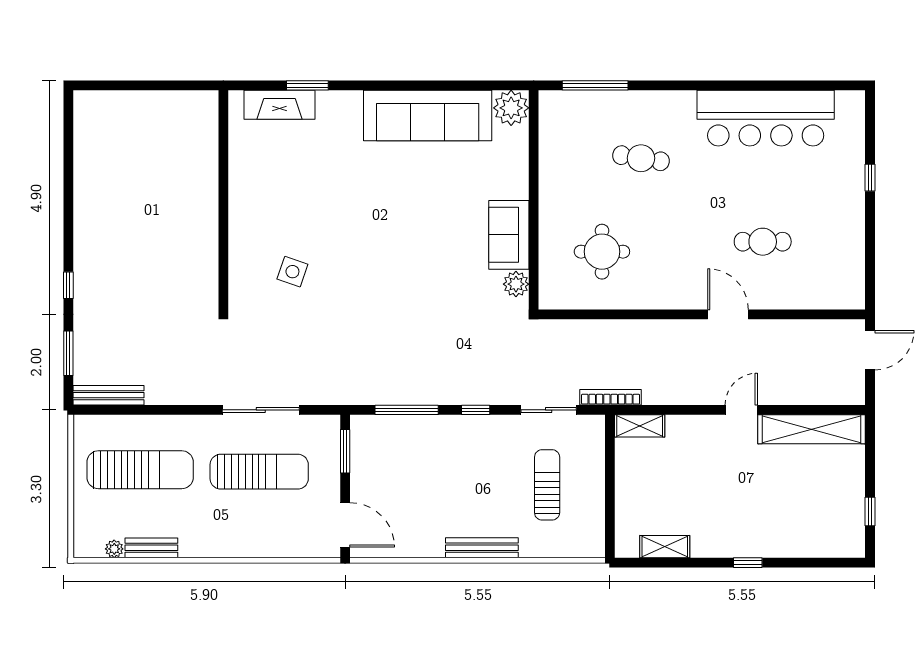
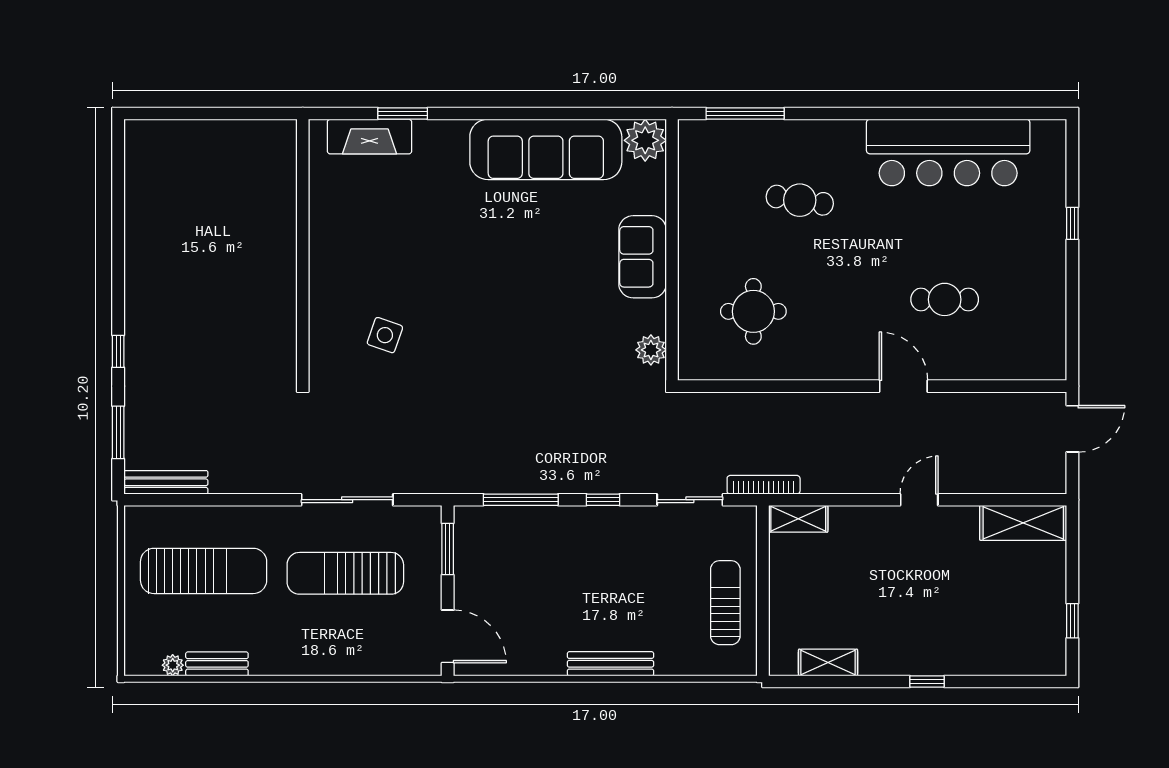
sofa: (509, 235) -> (643, 257), moved
shelving: (812, 429) -> (1023, 523), width x0.68
sun lounger: (259, 472) -> (345, 573), turned 180
sun lounger: (547, 485) -> (725, 603), moved

